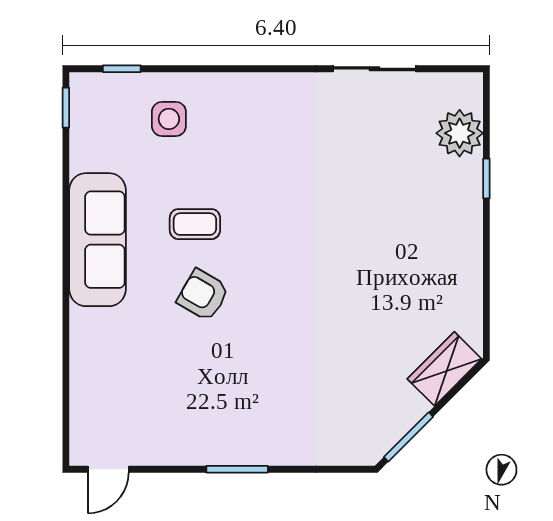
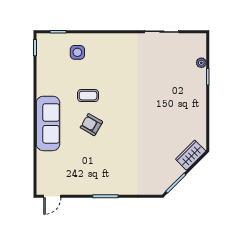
plant: (460, 133) -> (201, 63), width x0.53, depth x0.53
sofa: (98, 240) -> (48, 123), moved

